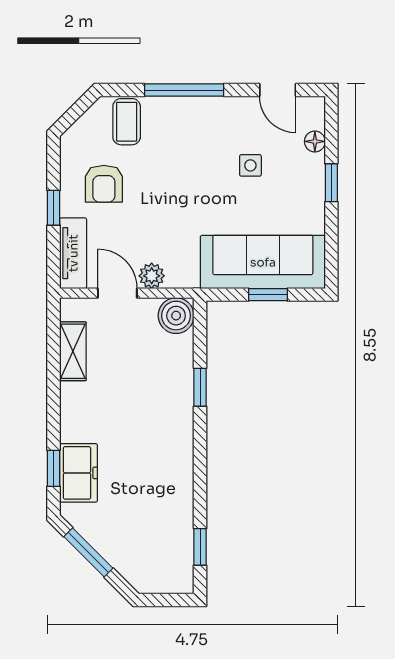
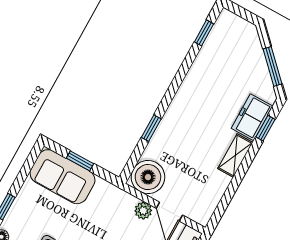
sofa: (263, 262) -> (62, 177), width x0.73
boiler: (176, 316) -> (148, 177), width x1.37, depth x1.37
shelving: (73, 351) -> (235, 156), moved

